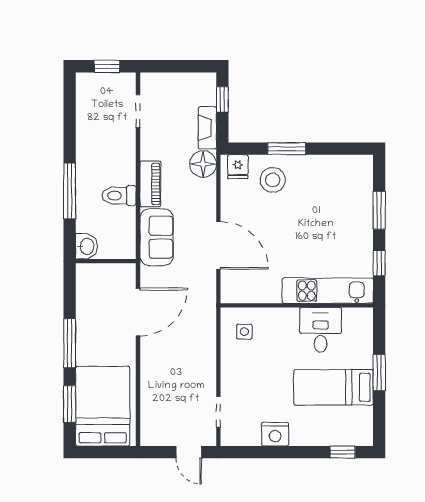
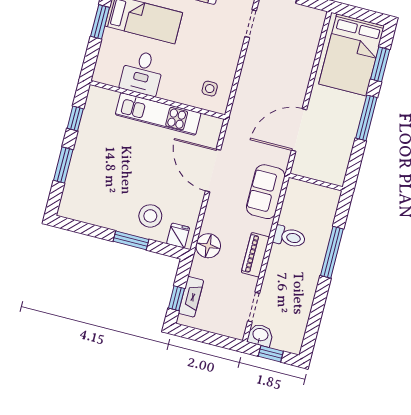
fireplace: (207, 128) -> (191, 297), moved
piano: (150, 184) -> (255, 255), moved
washbasin: (87, 246) -> (260, 335), moved, turned 90
kitchen unit: (328, 291) -> (158, 114), moved

